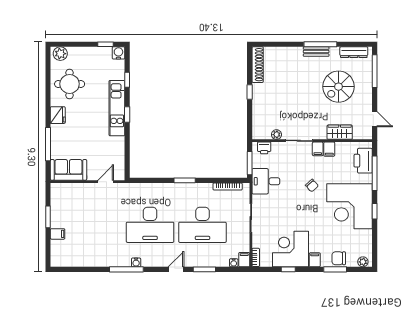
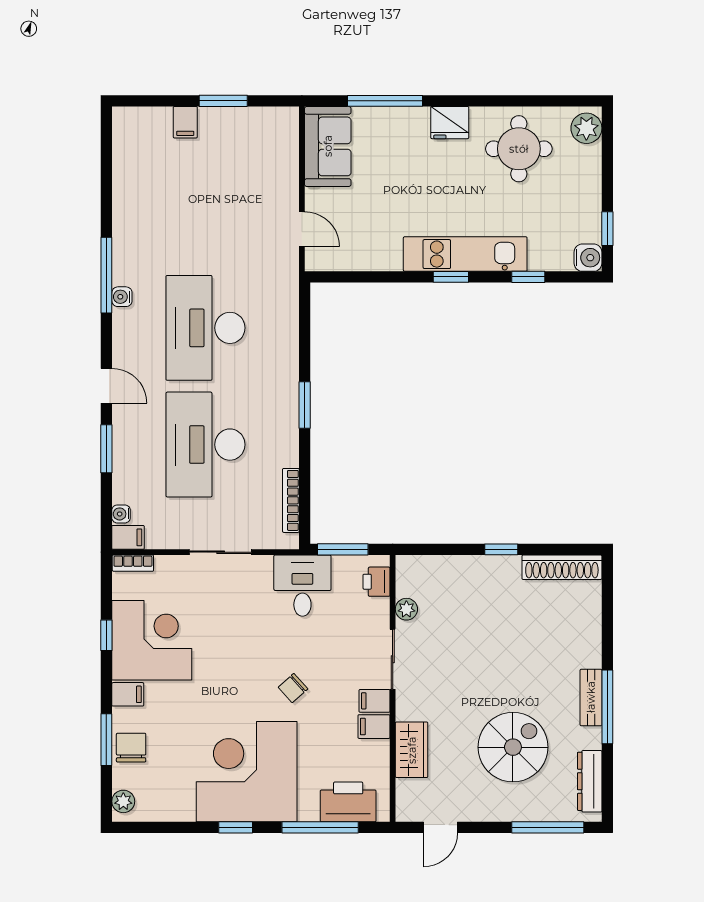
spiral stairs: (338, 87) -> (513, 747), turned 90

